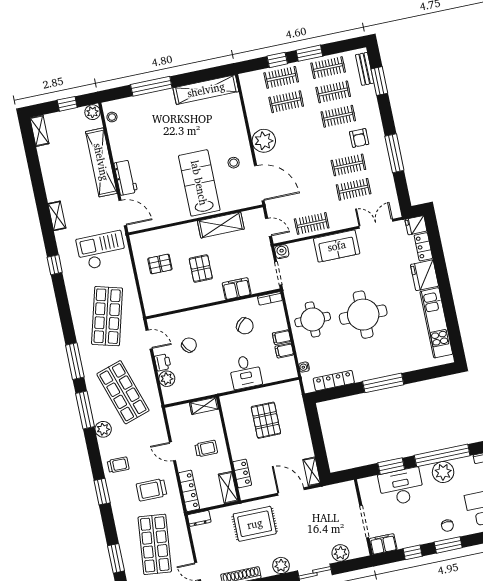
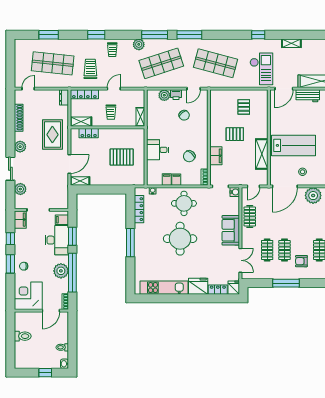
filing cabinet: (371, 486) -> (62, 220), added

